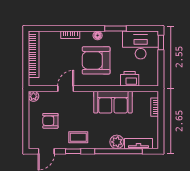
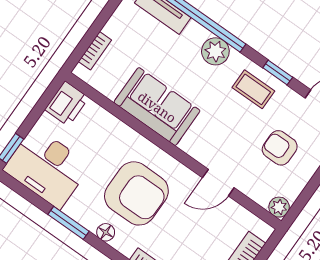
printer: (130, 79) -> (67, 104), moved, turned -90
armchair: (50, 121) -> (280, 148), turned 180
plant: (117, 142) -> (215, 51), moved

